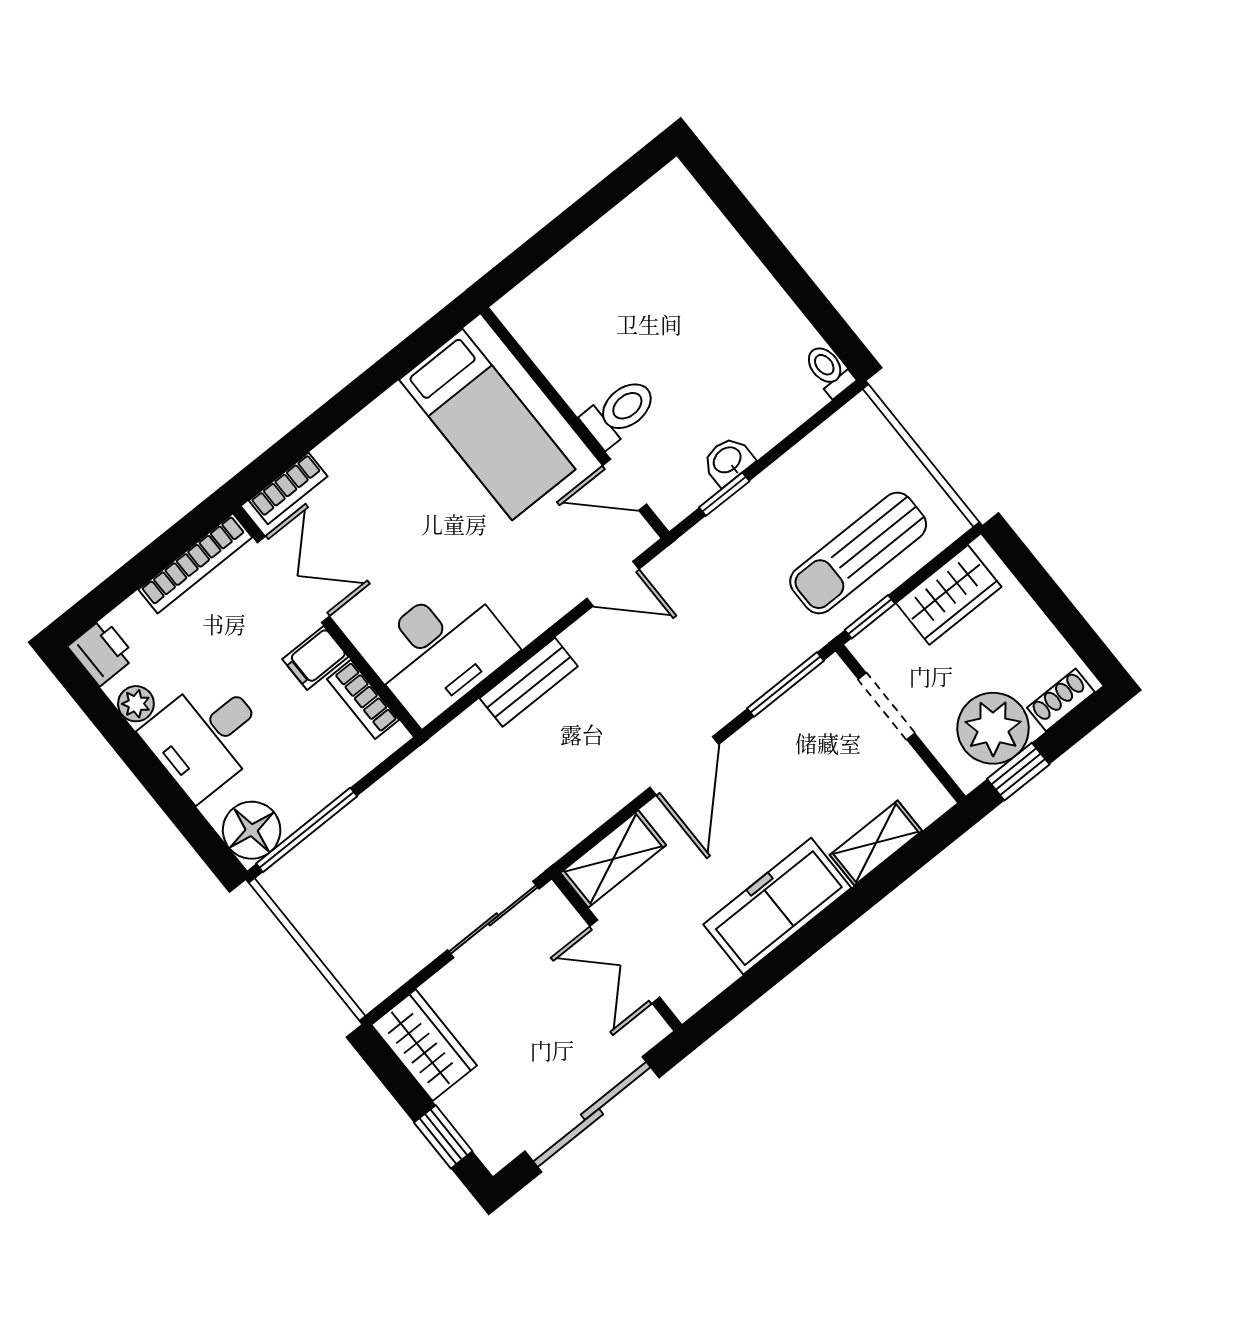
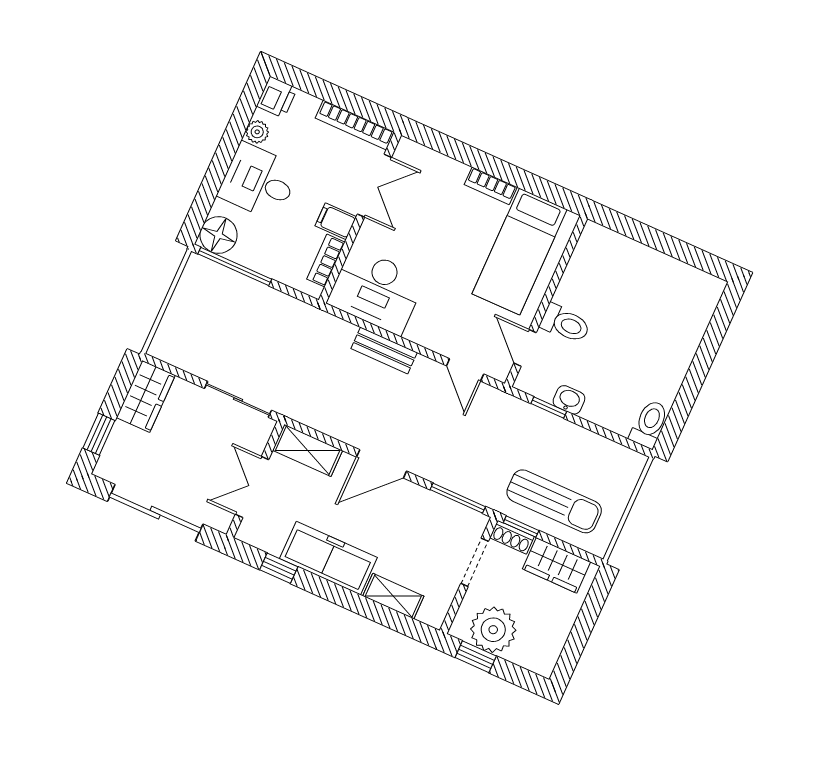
toilet: (829, 370) -> (649, 424), width x1.37, depth x1.39
bookcase: (288, 488) -> (491, 186), moved
sun lounger: (858, 553) -> (554, 501), turned 180
shoe rack: (1061, 700) -> (512, 537), moved, turned 180
window: (756, 982) -> (279, 568), added

